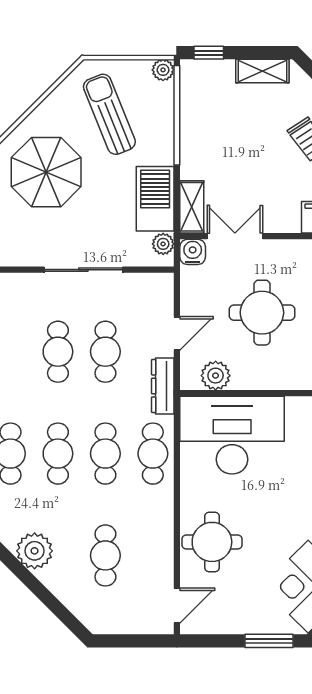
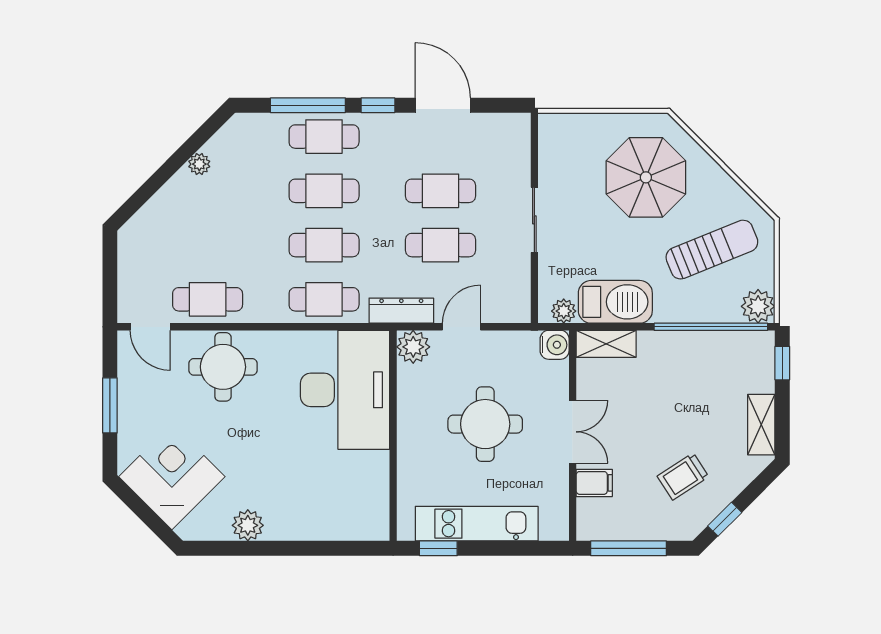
plant: (163, 70) -> (758, 306), width x1.38, depth x1.38
double door: (235, 236) -> (573, 432), moved
sliding door: (83, 270) -> (534, 220), width x0.73
door: (177, 333) -> (461, 327), swing flipped
plant: (216, 376) -> (413, 347), moved
plant: (35, 551) -> (199, 164), width x0.53, depth x0.53
cafe table: (105, 555) -> (208, 299), moved
window: (269, 641) -> (110, 405), moved

